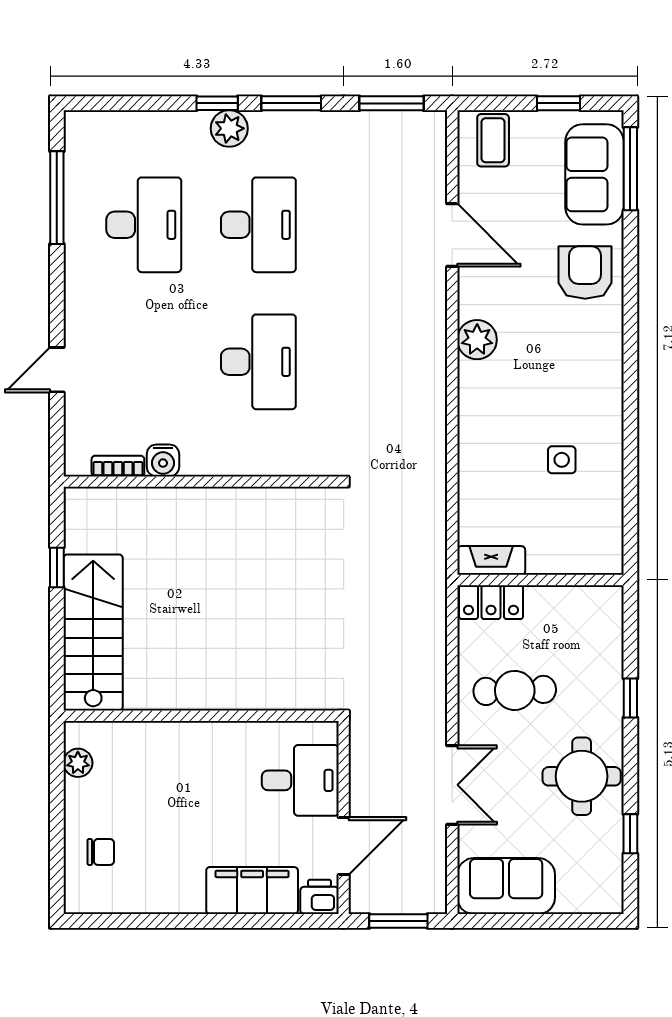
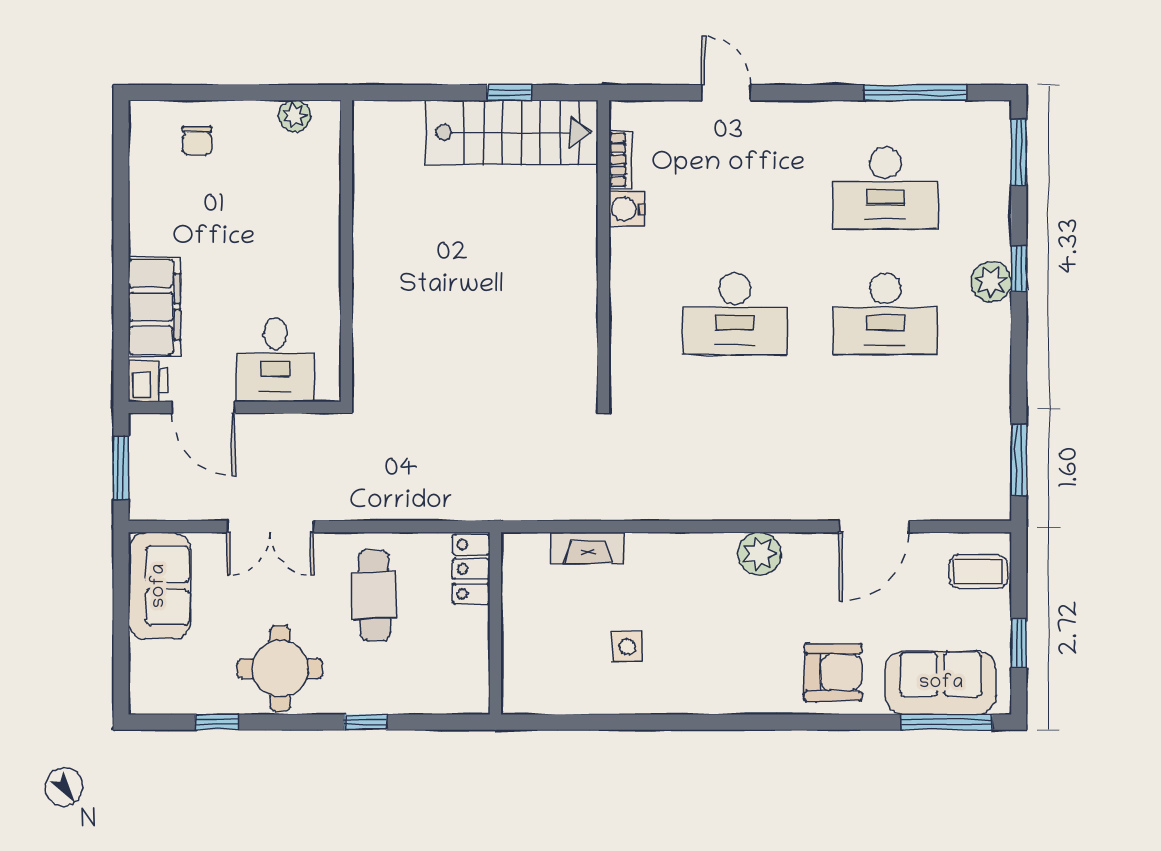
window: (291, 103) -> (1019, 153), moved
fireplace: (491, 560) -> (588, 548), moved, turned 90
stairs: (93, 632) -> (512, 132), moved

